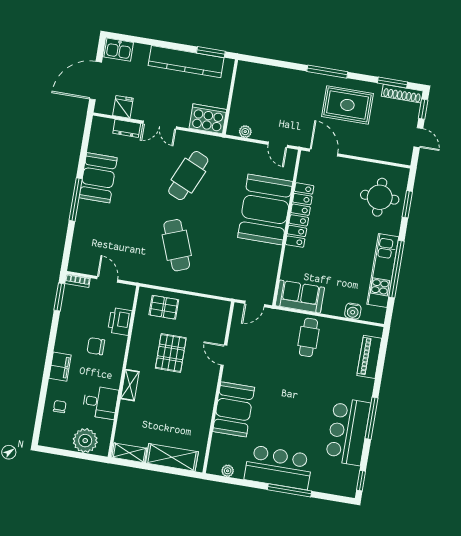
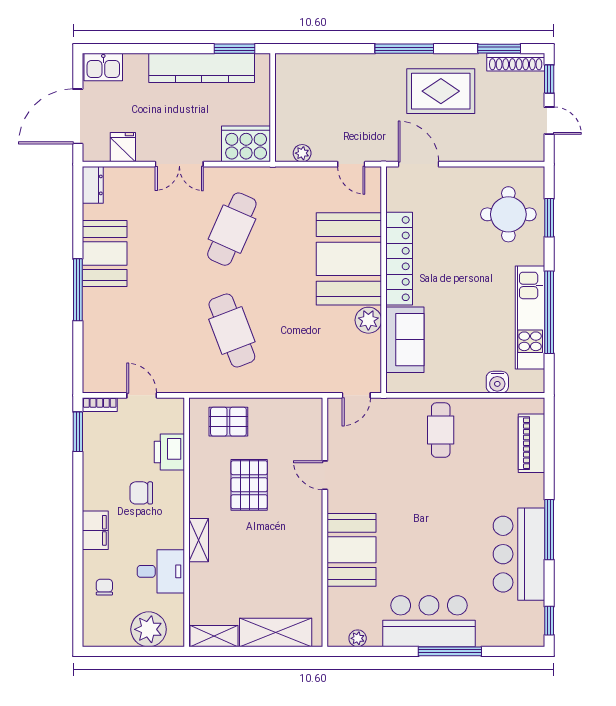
dresser: (127, 128) -> (93, 185), moved, turned -90
plant: (271, 254) -> (368, 320), added
sofa: (300, 297) -> (405, 340), moved, turned 90

